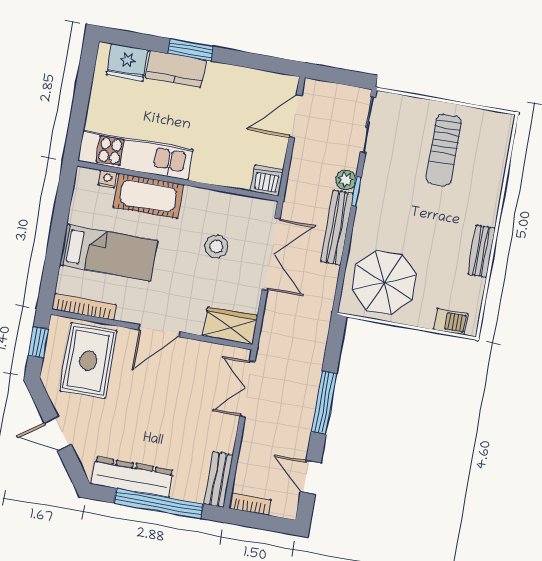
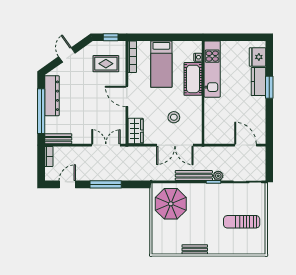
dishwasher: (267, 180) -> (211, 137), removed
barbecue: (451, 321) -> (157, 240), removed
rug: (88, 361) -> (106, 64), width x0.73, depth x0.70

